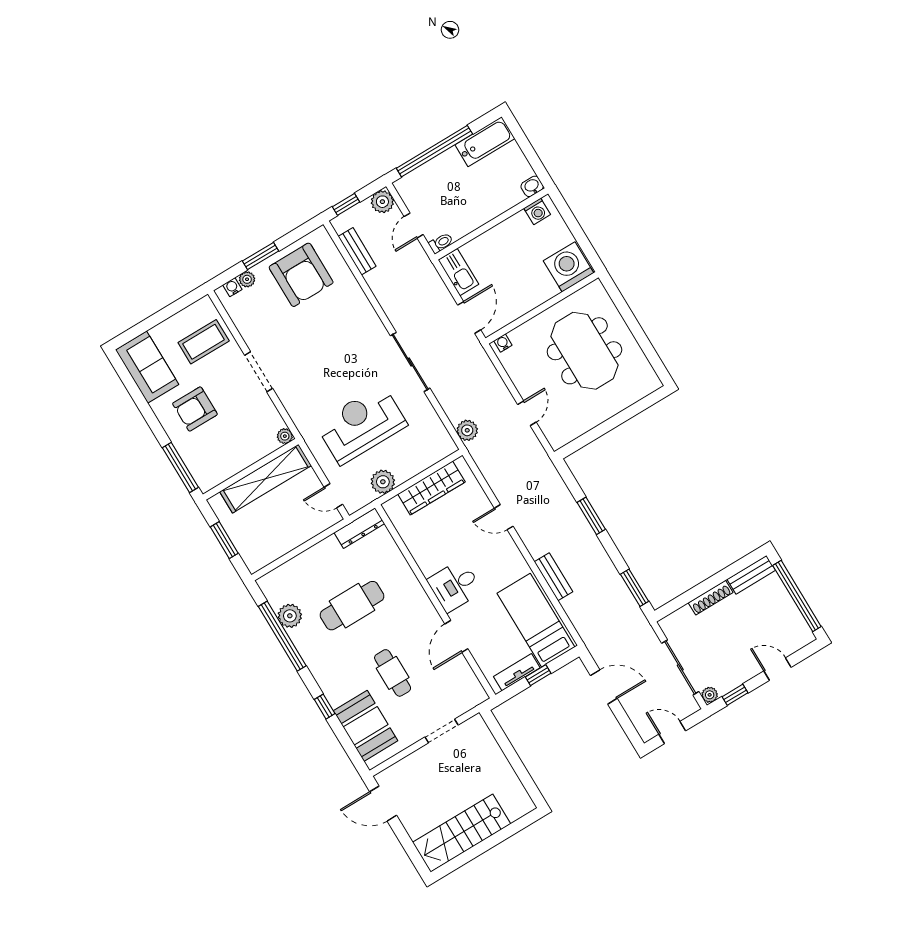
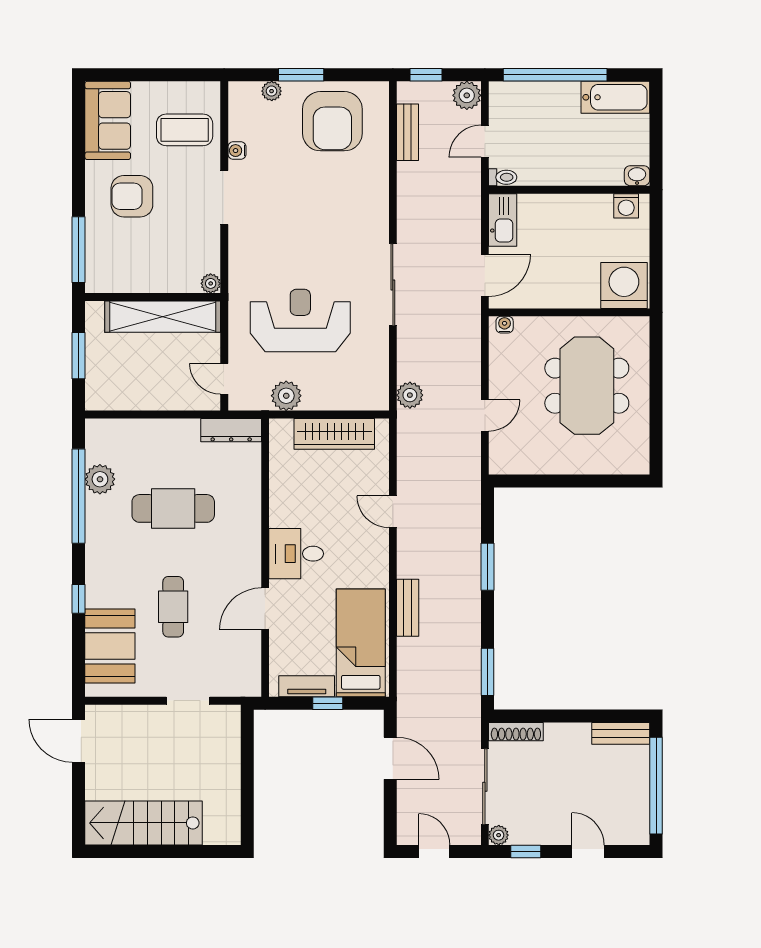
water cooler: (232, 287) -> (237, 151), moved, turned -90
shoe rack: (711, 598) -> (516, 732), moved

